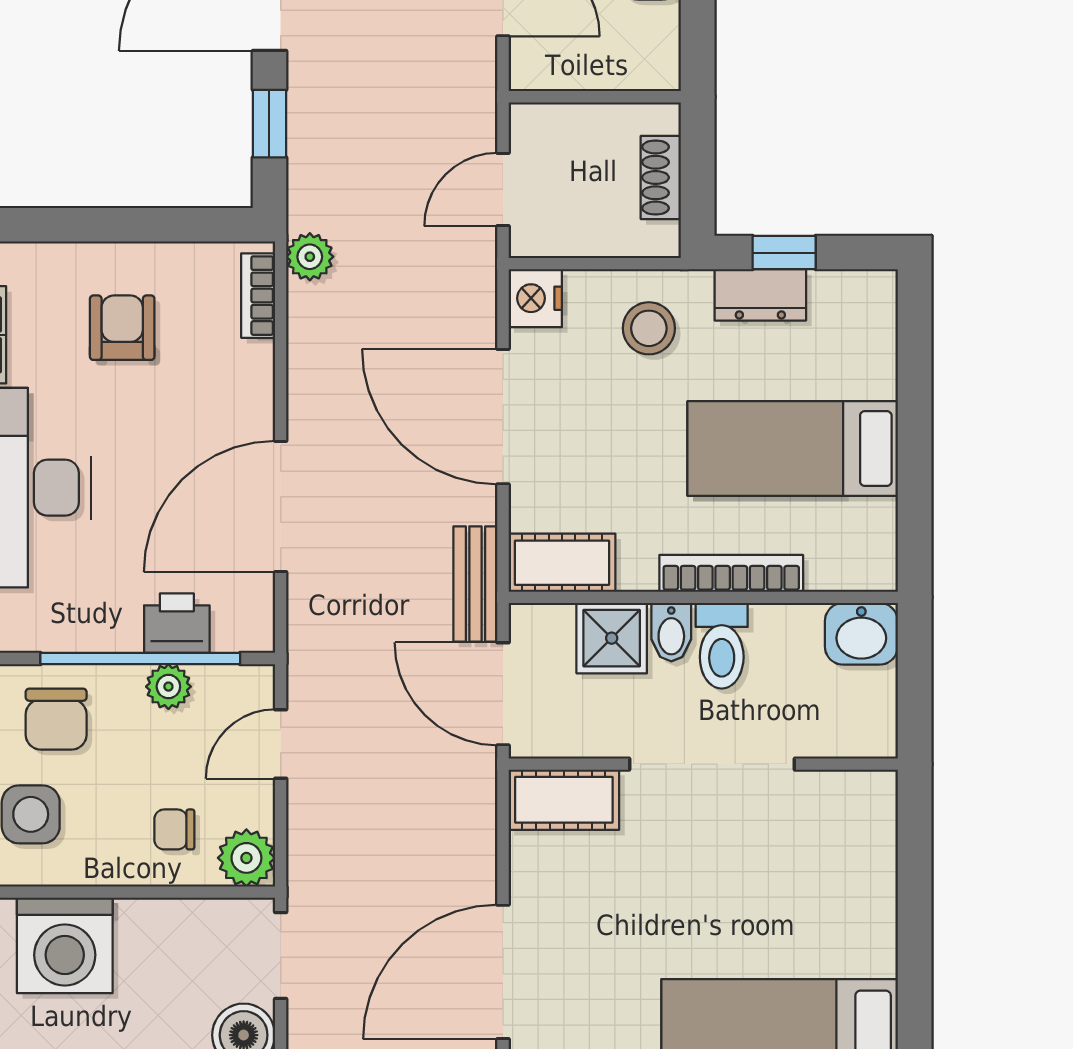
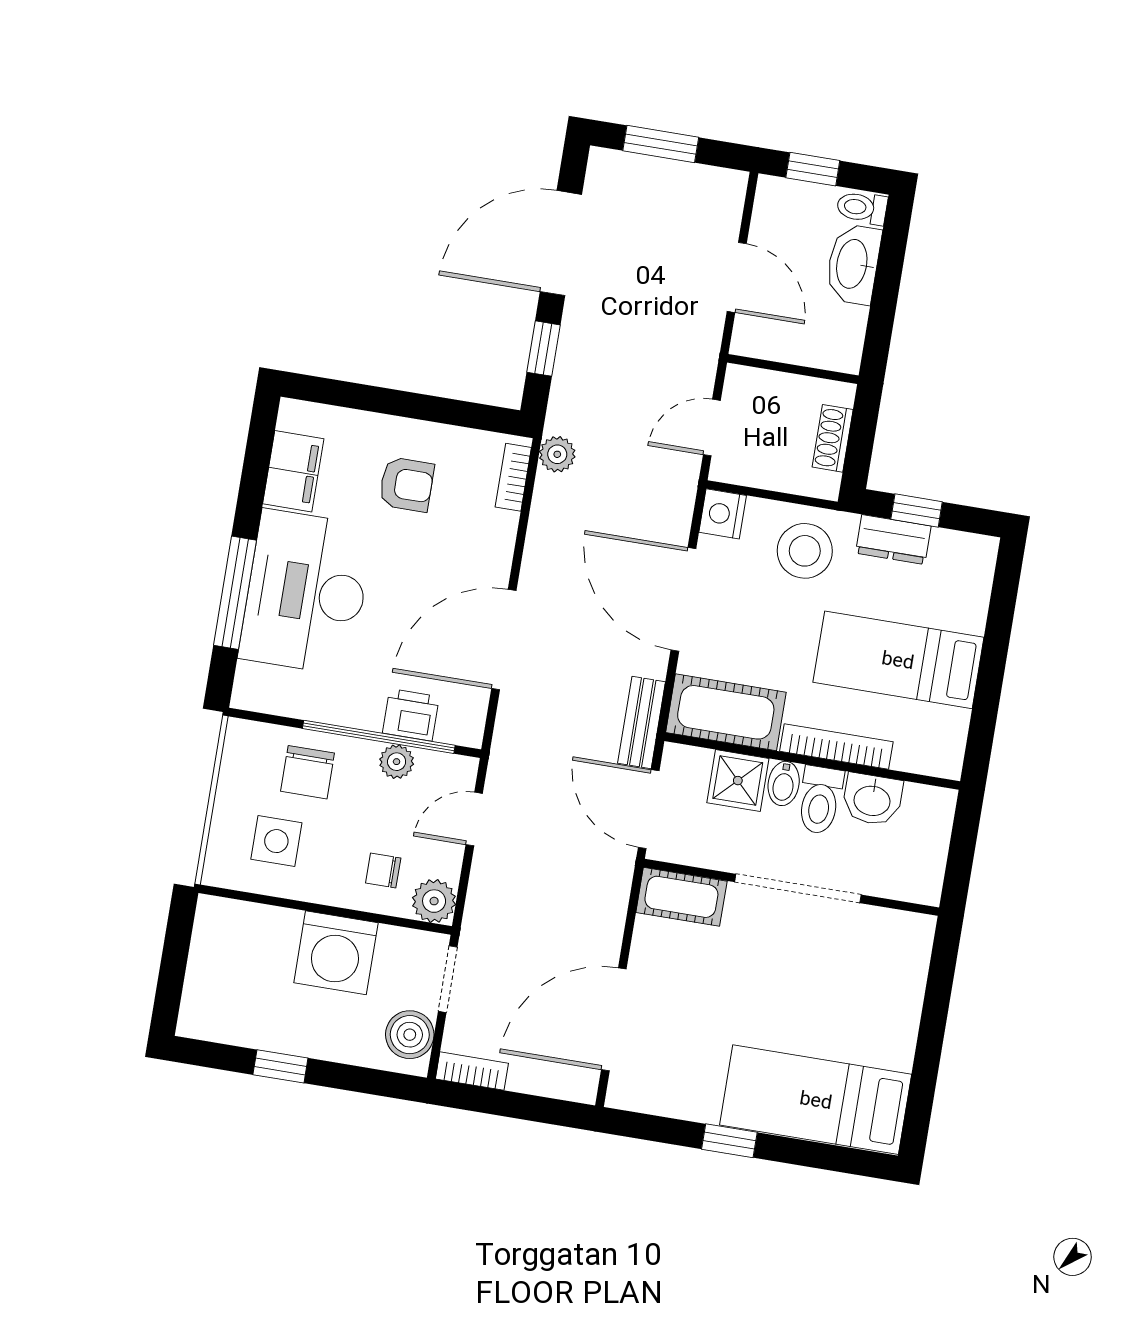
armchair: (122, 328) -> (407, 484), turned 90
stool: (649, 328) -> (805, 551), width x1.38, depth x1.38
cot: (562, 563) -> (726, 712), width x1.37, depth x1.34
washbasin: (861, 634) -> (872, 799), moved
washing machine: (65, 945) -> (336, 953), moved

